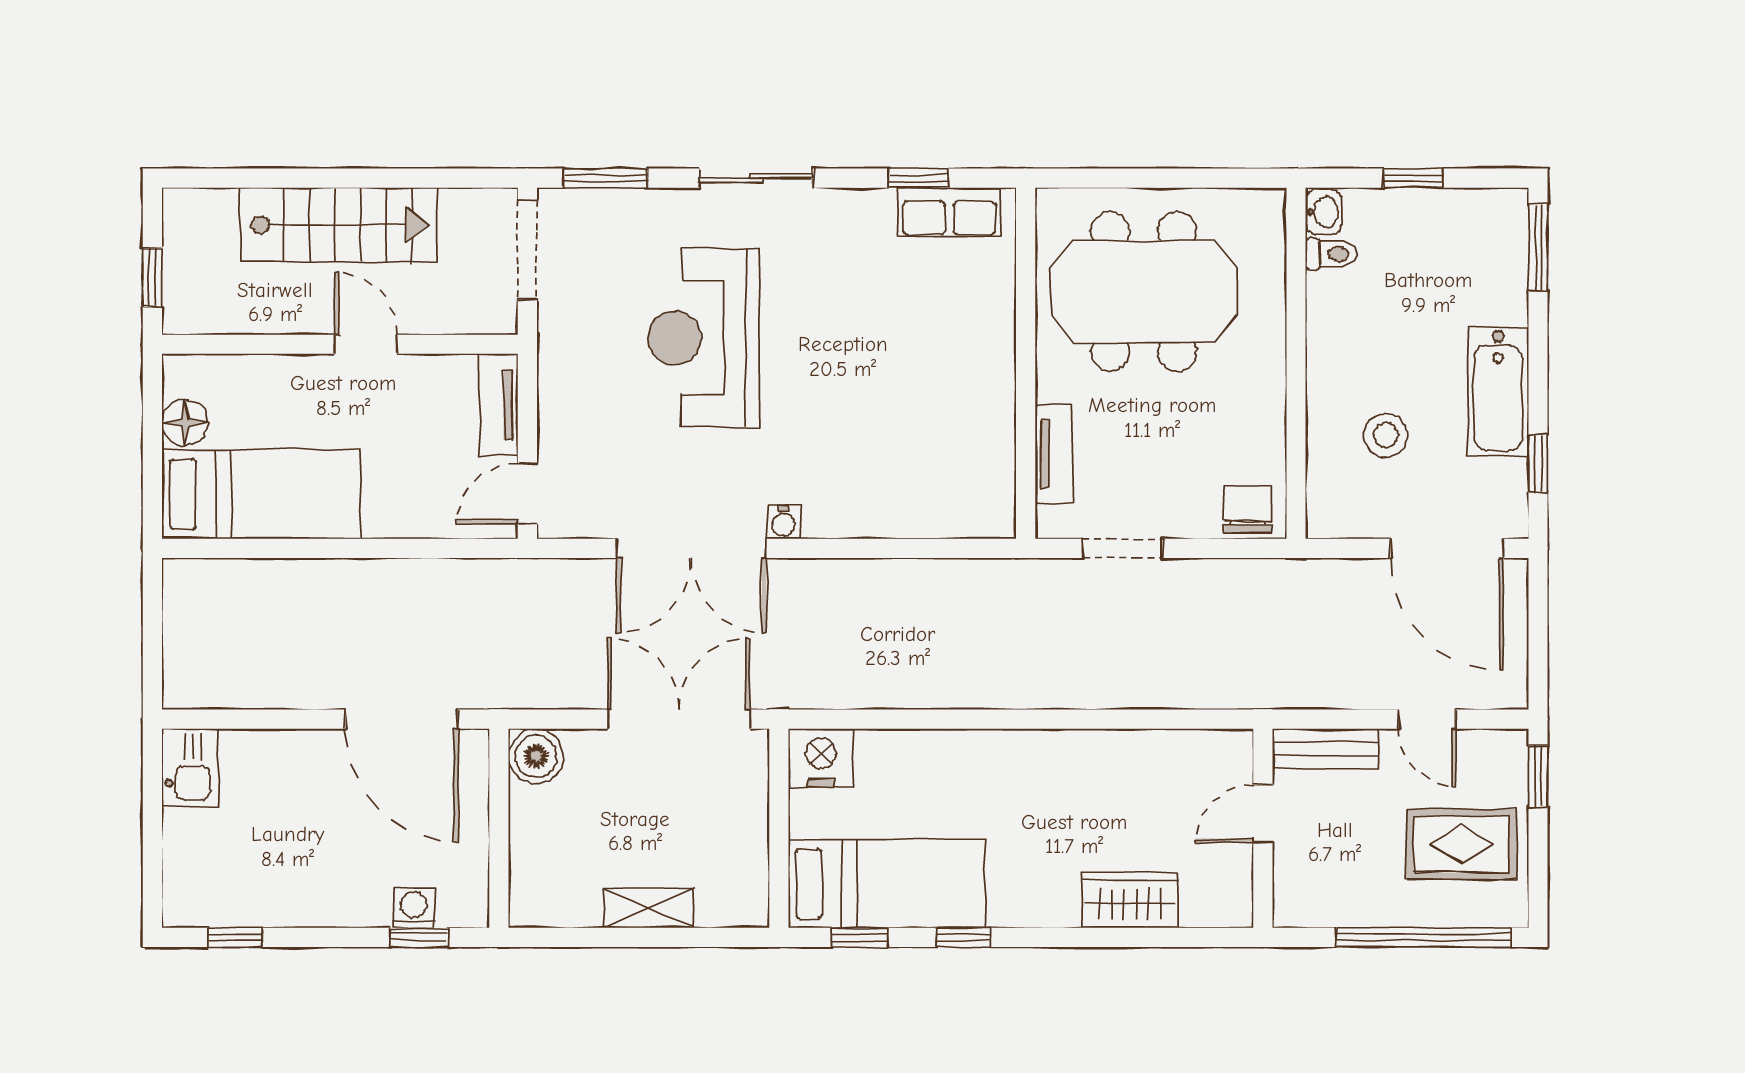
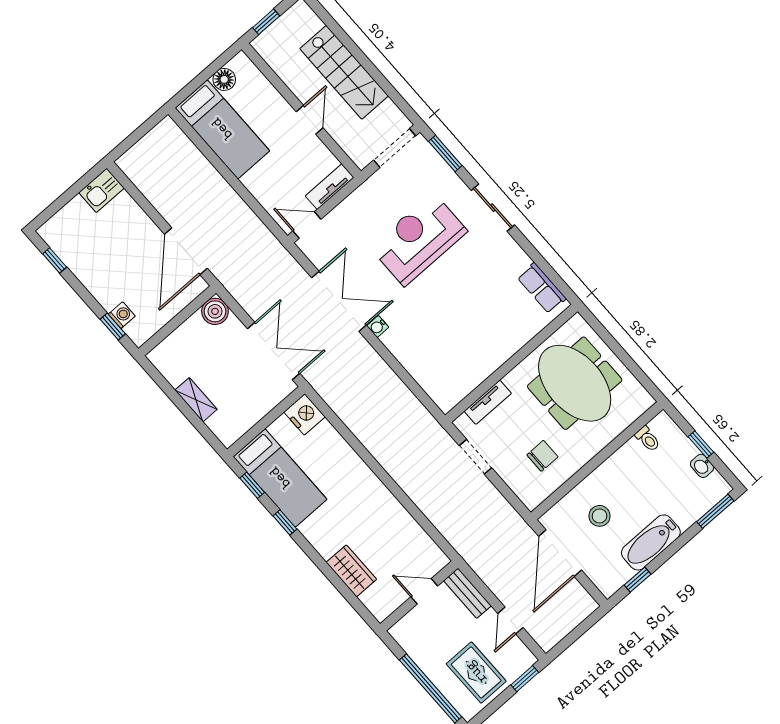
window: (918, 178) -> (544, 266), removed
washbasin: (1324, 212) -> (702, 466), moved, turned 90
chair: (1248, 509) -> (542, 456), moved
double door: (691, 548) -> (339, 301), swing flipped
door: (1447, 548) -> (560, 553), moved

